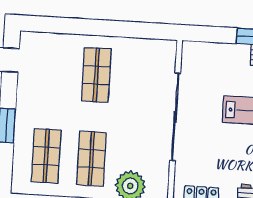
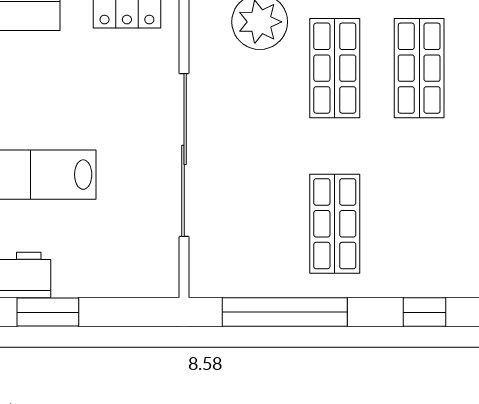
window: (51, 25) -> (425, 312), added
window: (126, 29) -> (285, 312), added

